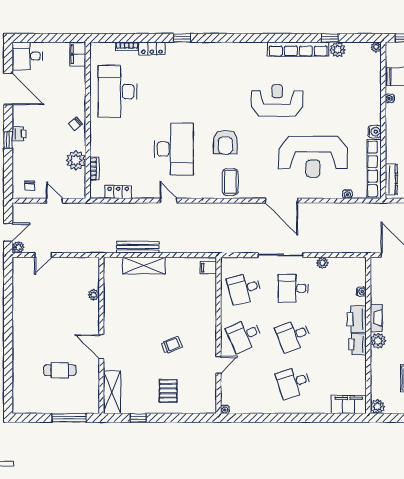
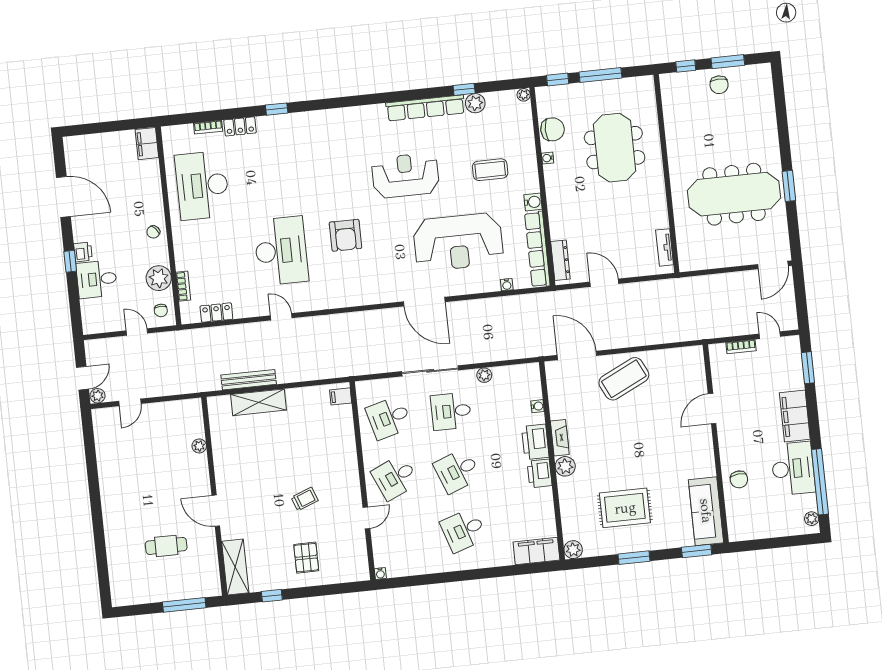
desk: (27, 56) -> (97, 279), moved
coffee table: (230, 182) -> (490, 170), moved, turned 90
chair: (30, 186) -> (161, 310), moved

